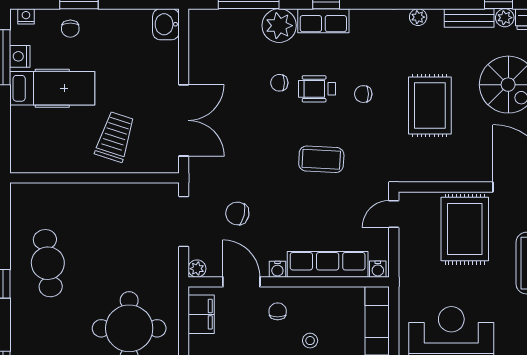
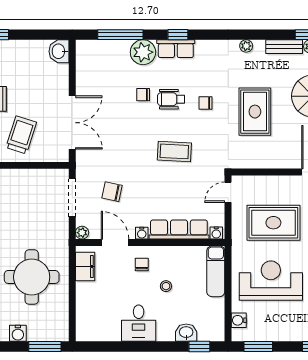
rug: (465, 229) -> (273, 223), moved, turned 90

